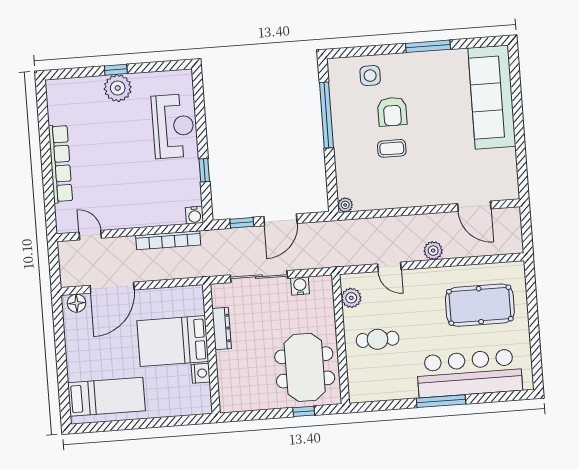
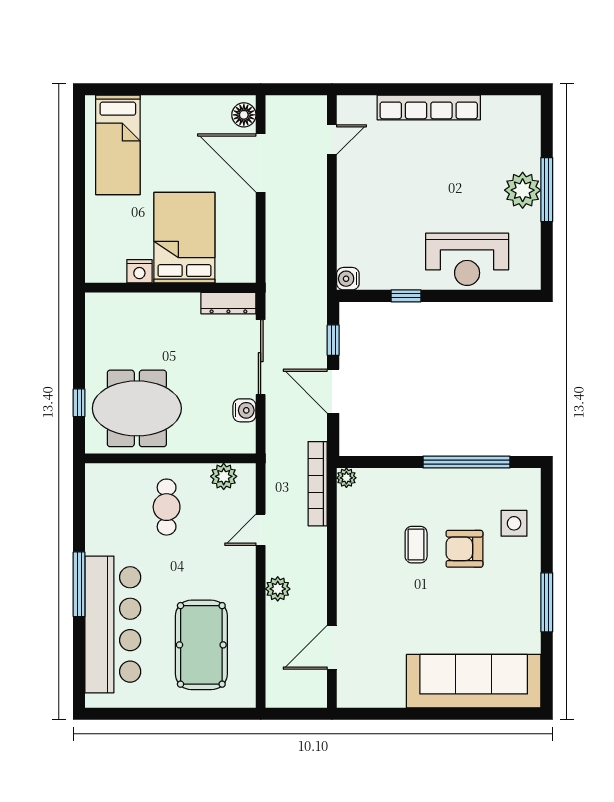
window: (116, 70) -> (547, 190), width x2.17
bookcase: (168, 240) -> (318, 484), moved
dresser: (222, 328) -> (228, 303), moved

